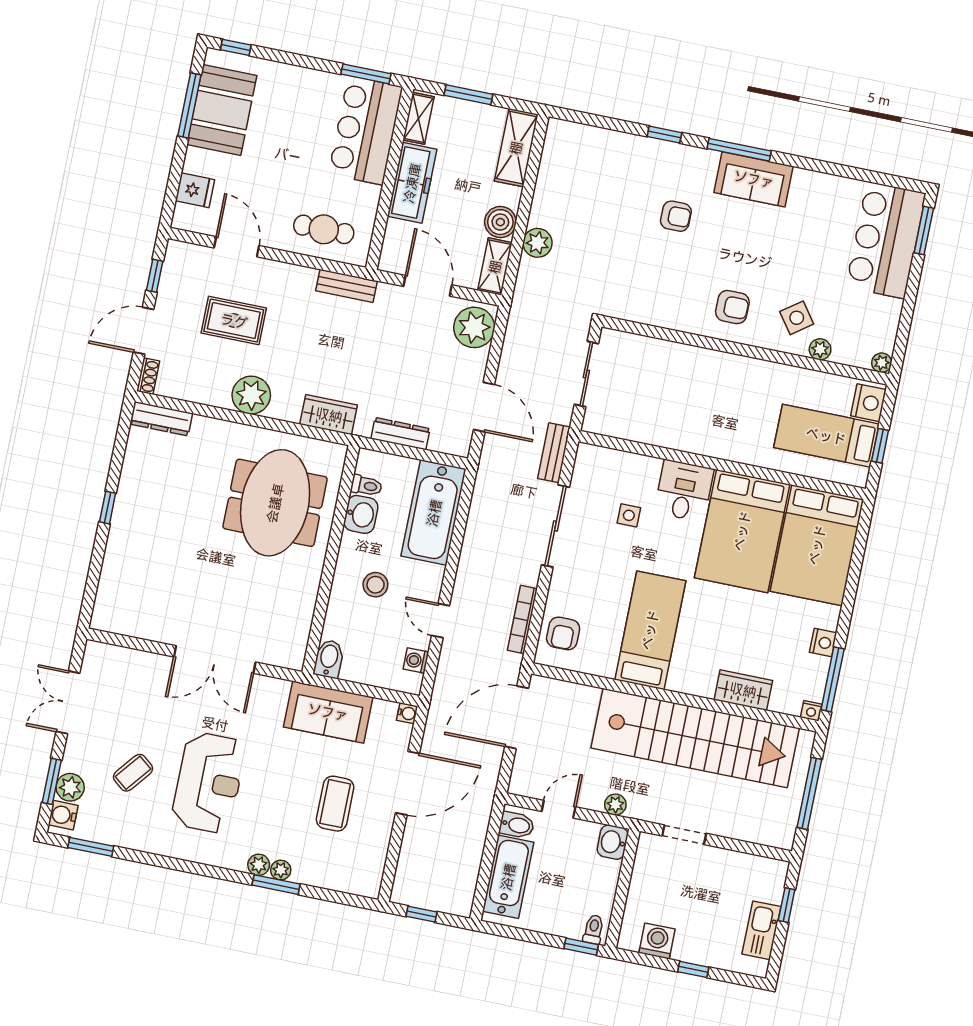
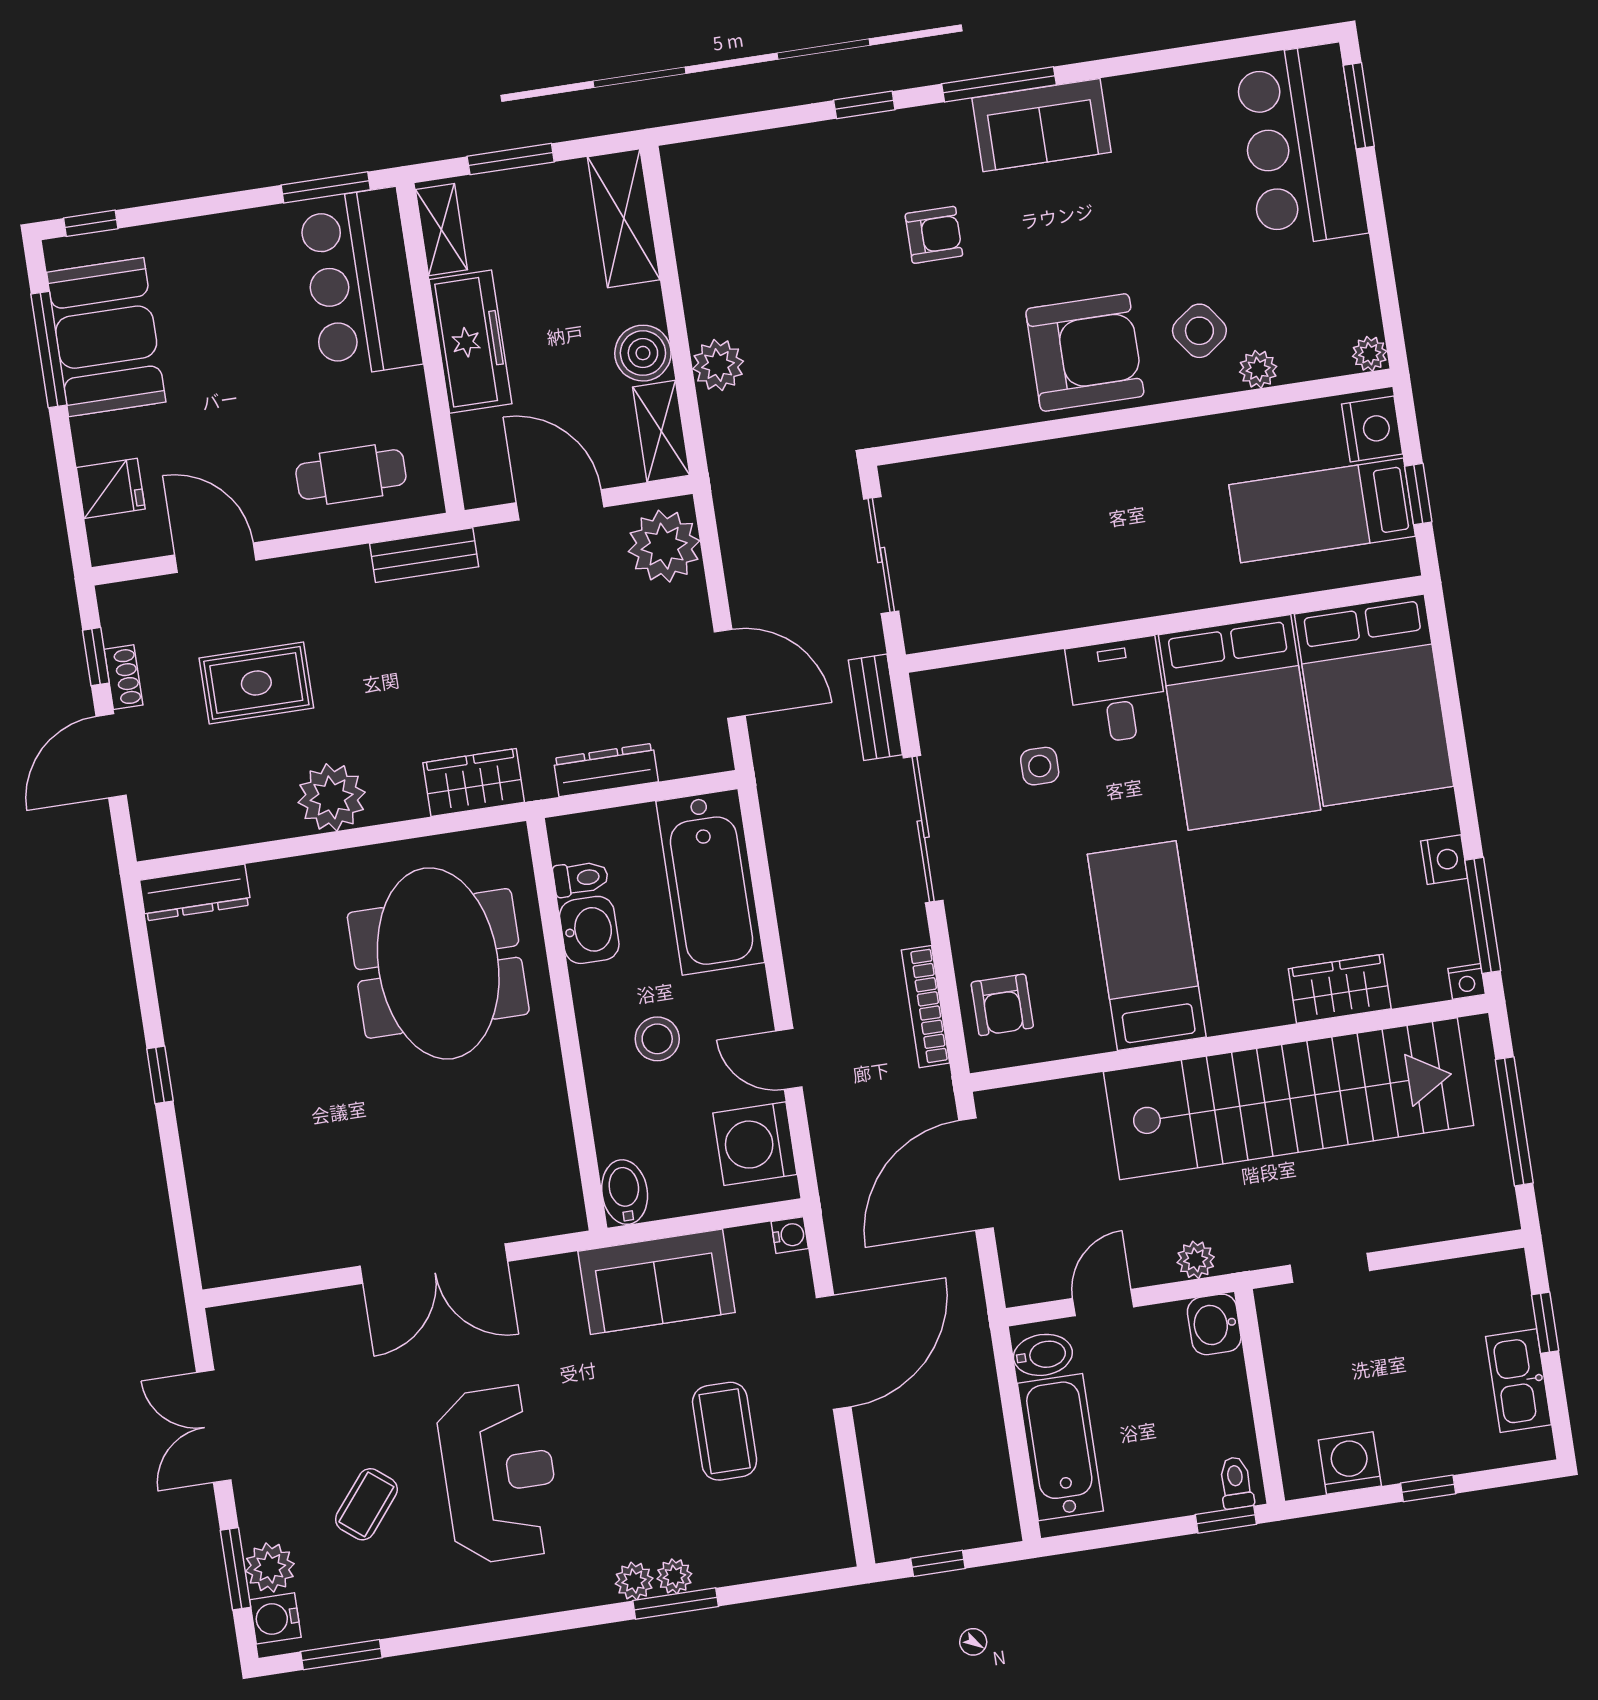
armchair: (732, 307) -> (1085, 352), width x1.88, depth x1.88
shoe rack: (148, 376) -> (124, 677), moved
washing machine: (416, 660) -> (755, 1144), width x1.89, depth x1.89

